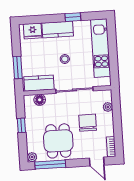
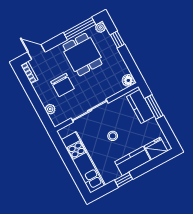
kitchen counter: (39, 83) -> (141, 106), moved, turned 90
floor lamp: (40, 100) -> (128, 80), moved
window: (21, 125) -> (117, 39), moved

